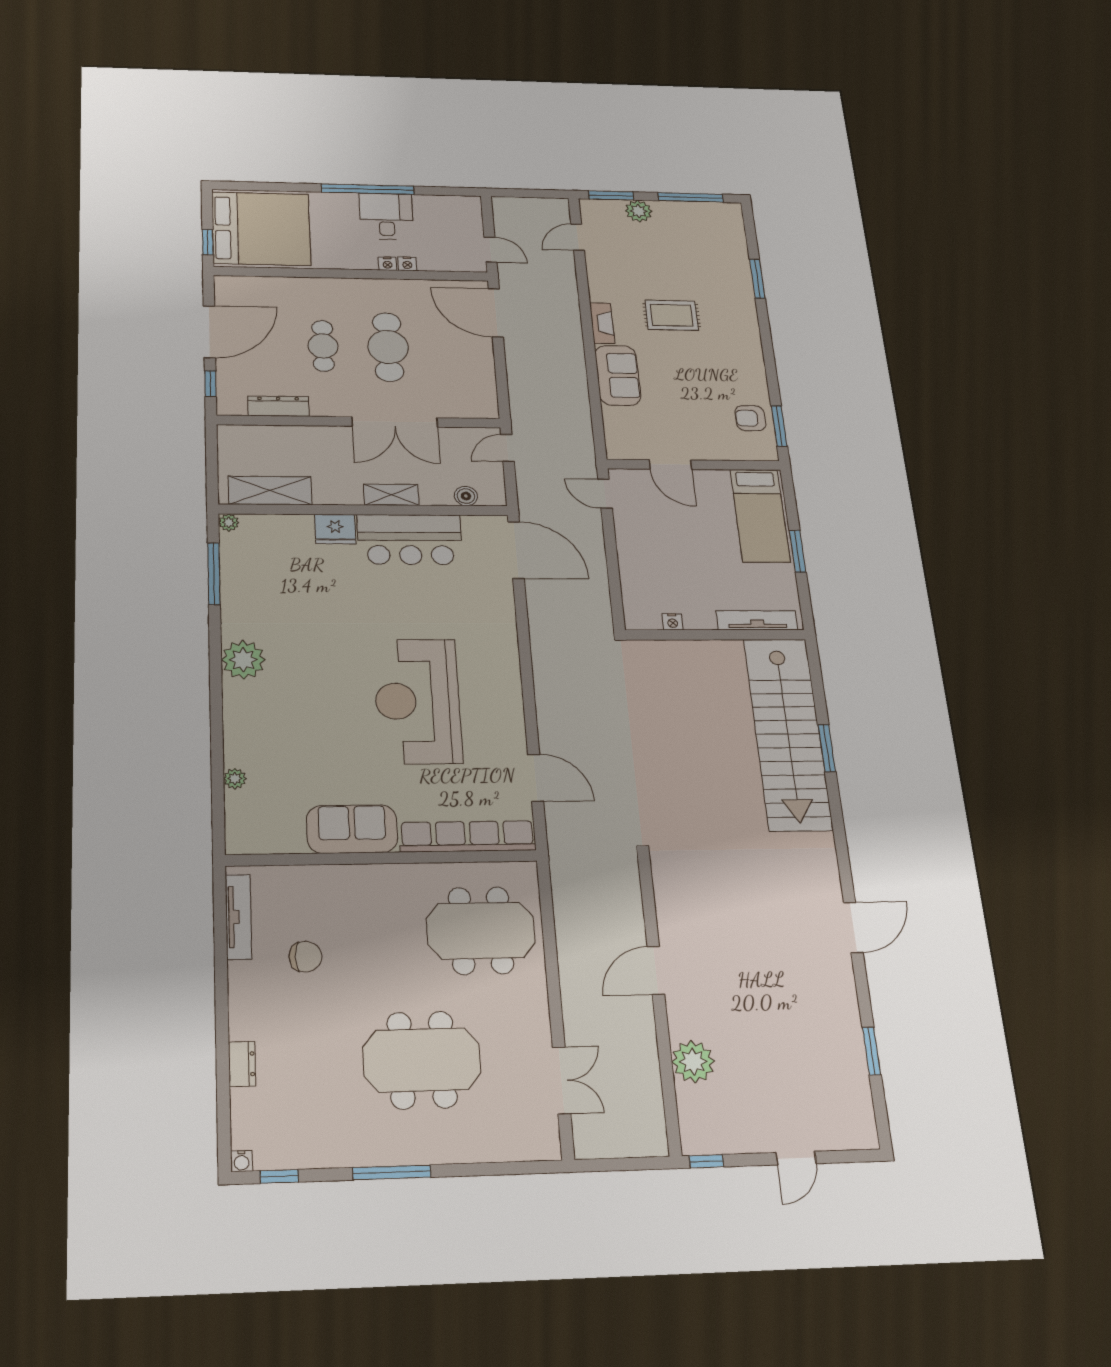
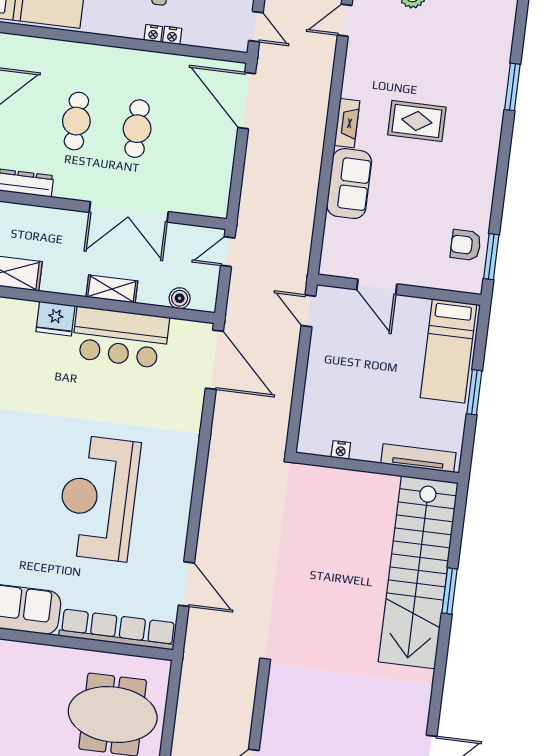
cafe table: (388, 347) -> (137, 129), width x0.73, depth x0.74

